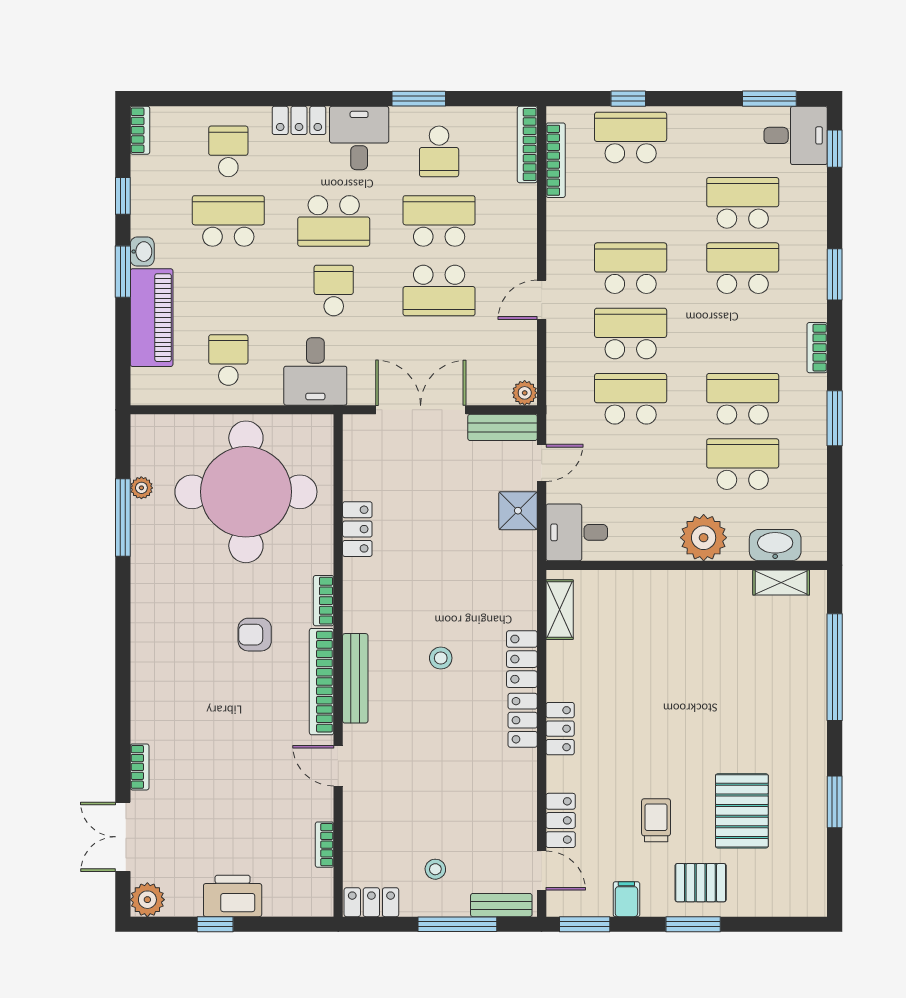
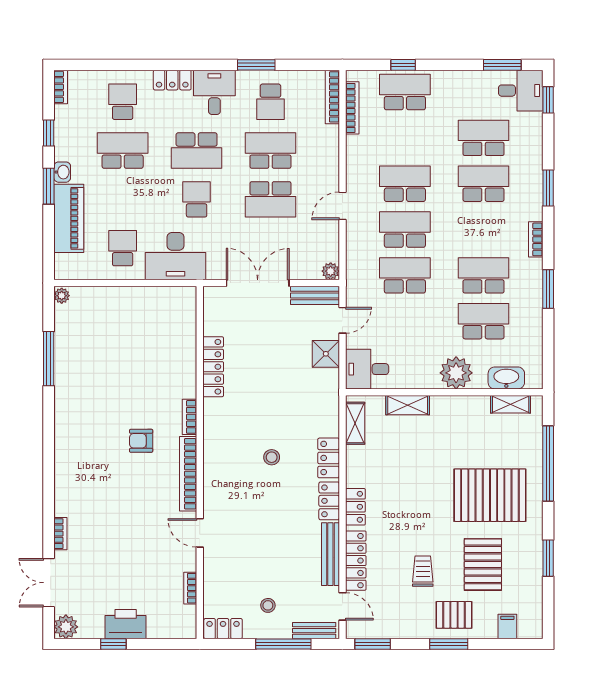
desk: (315, 371) -> (175, 256), width x1.37
plant: (141, 488) -> (62, 296), moved
round table: (246, 492) -> (135, 341), removed
locker: (357, 529) -> (213, 367), width x1.53
shelving: (634, 584) -> (408, 405), added
bench: (355, 678) -> (330, 554), moved
pallet: (752, 712) -> (490, 495), added
locker: (561, 820) -> (356, 561), width x1.53
filing cabinet: (626, 899) -> (507, 626), moved

